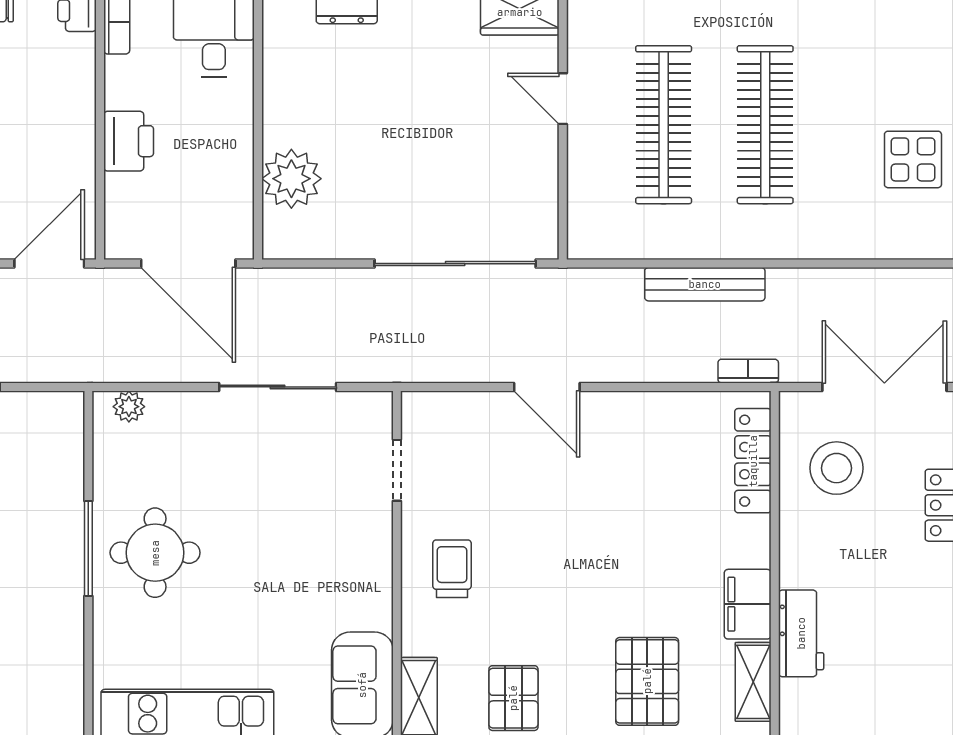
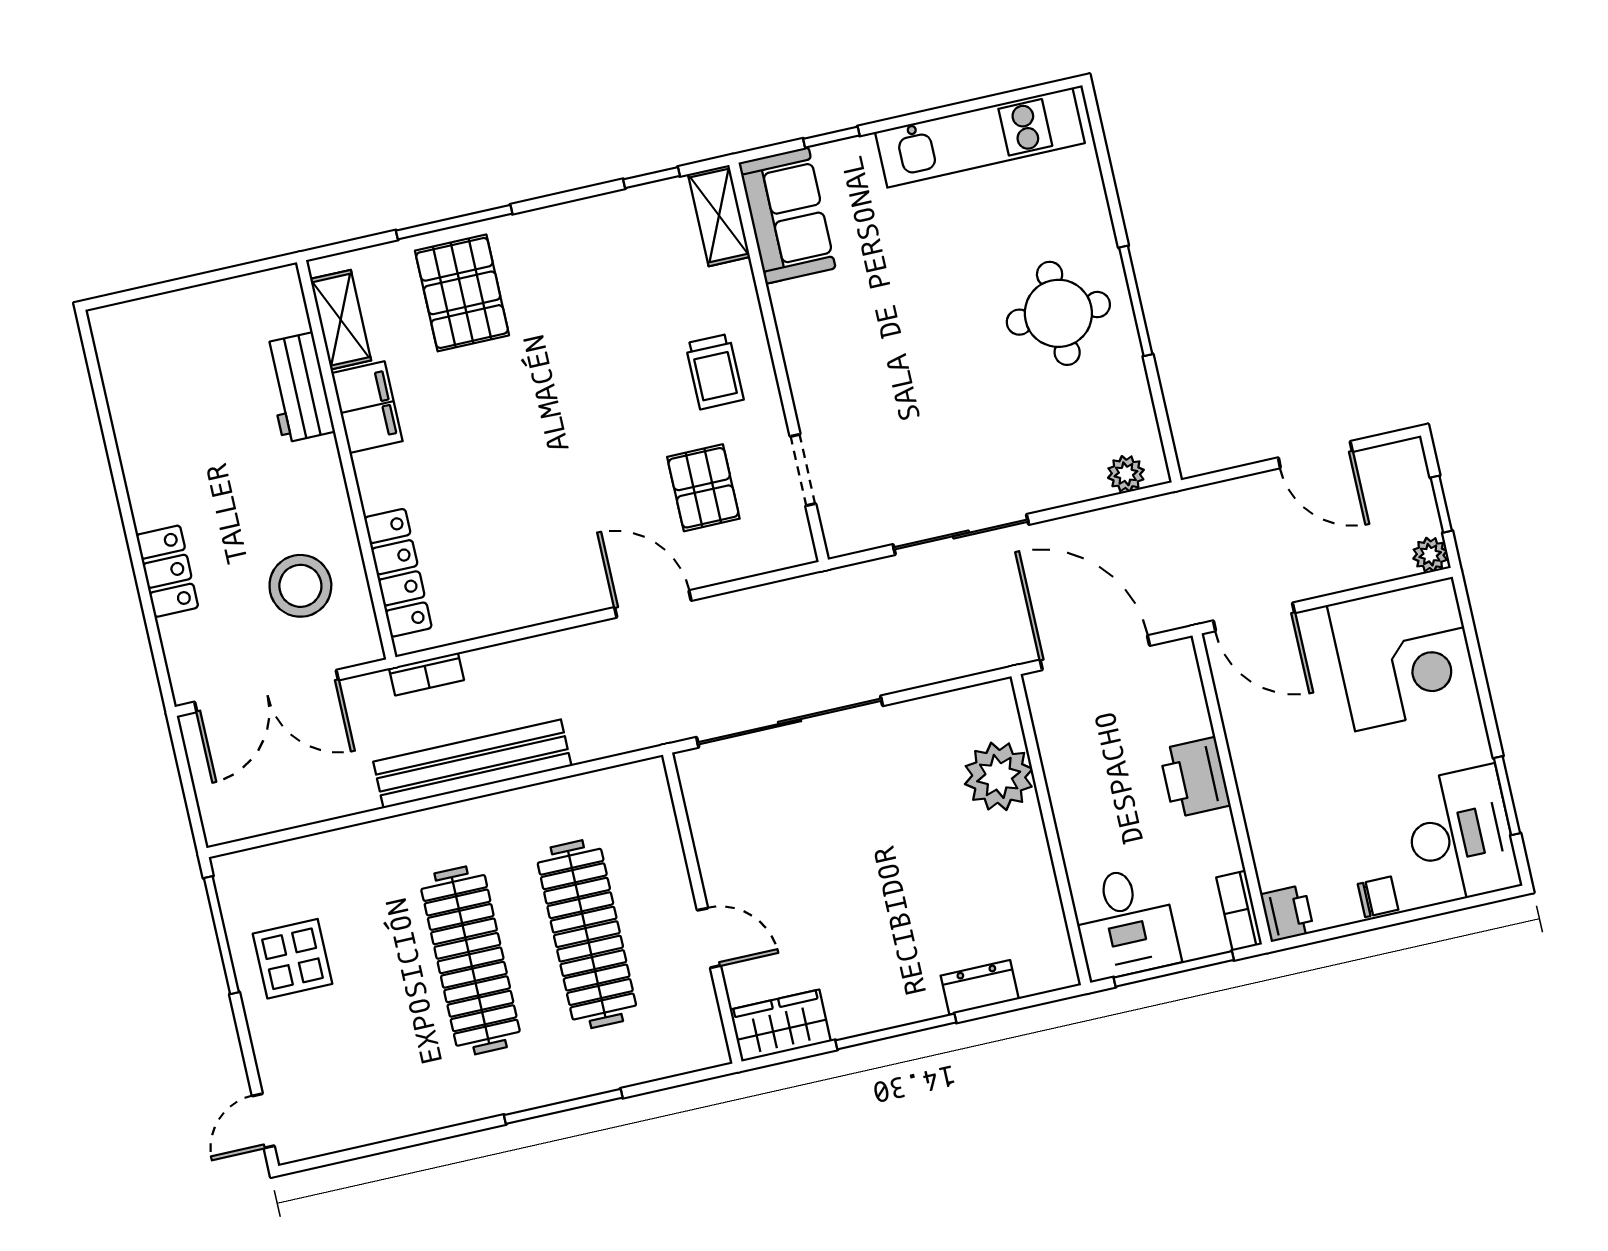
door: (49, 264) -> (1254, 617), hinge flipped
bench: (705, 284) -> (472, 764), width x1.37, depth x1.21
pallet: (513, 698) -> (703, 488), moved

